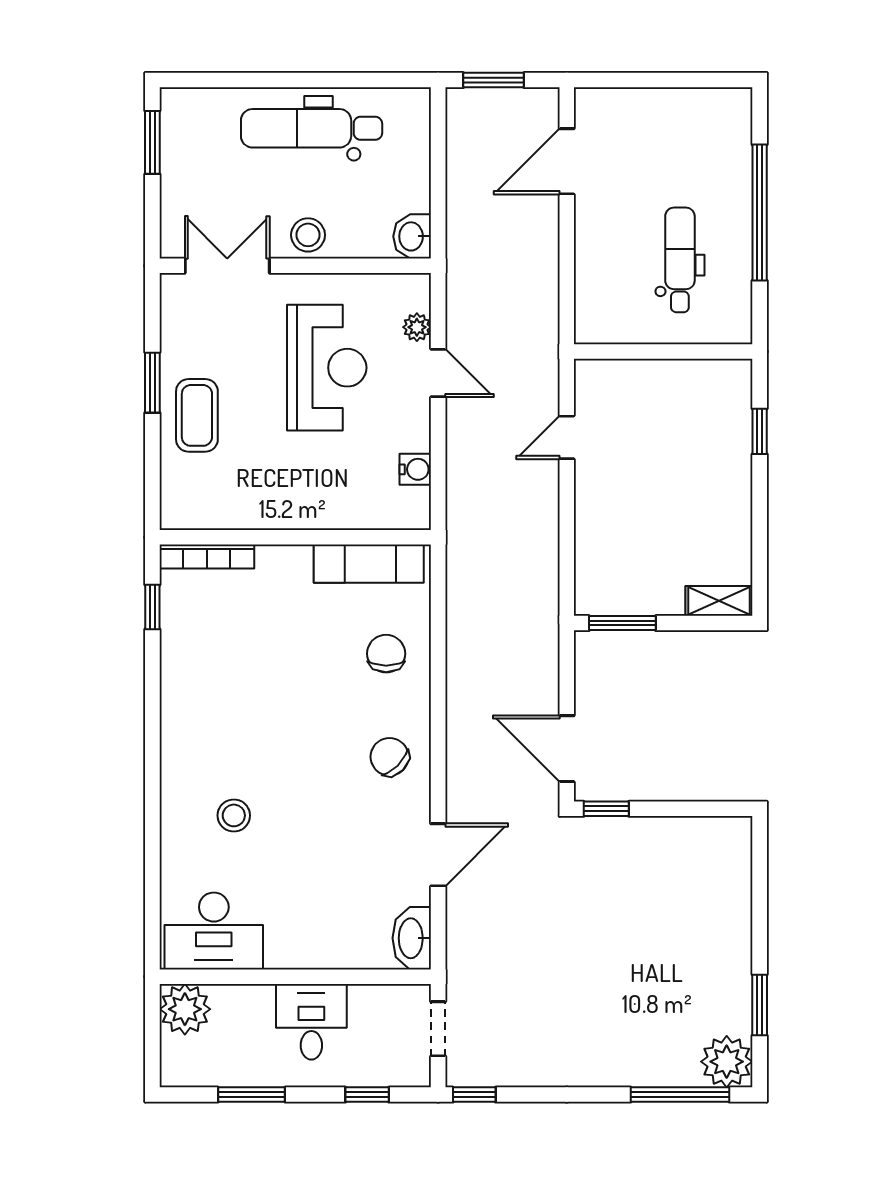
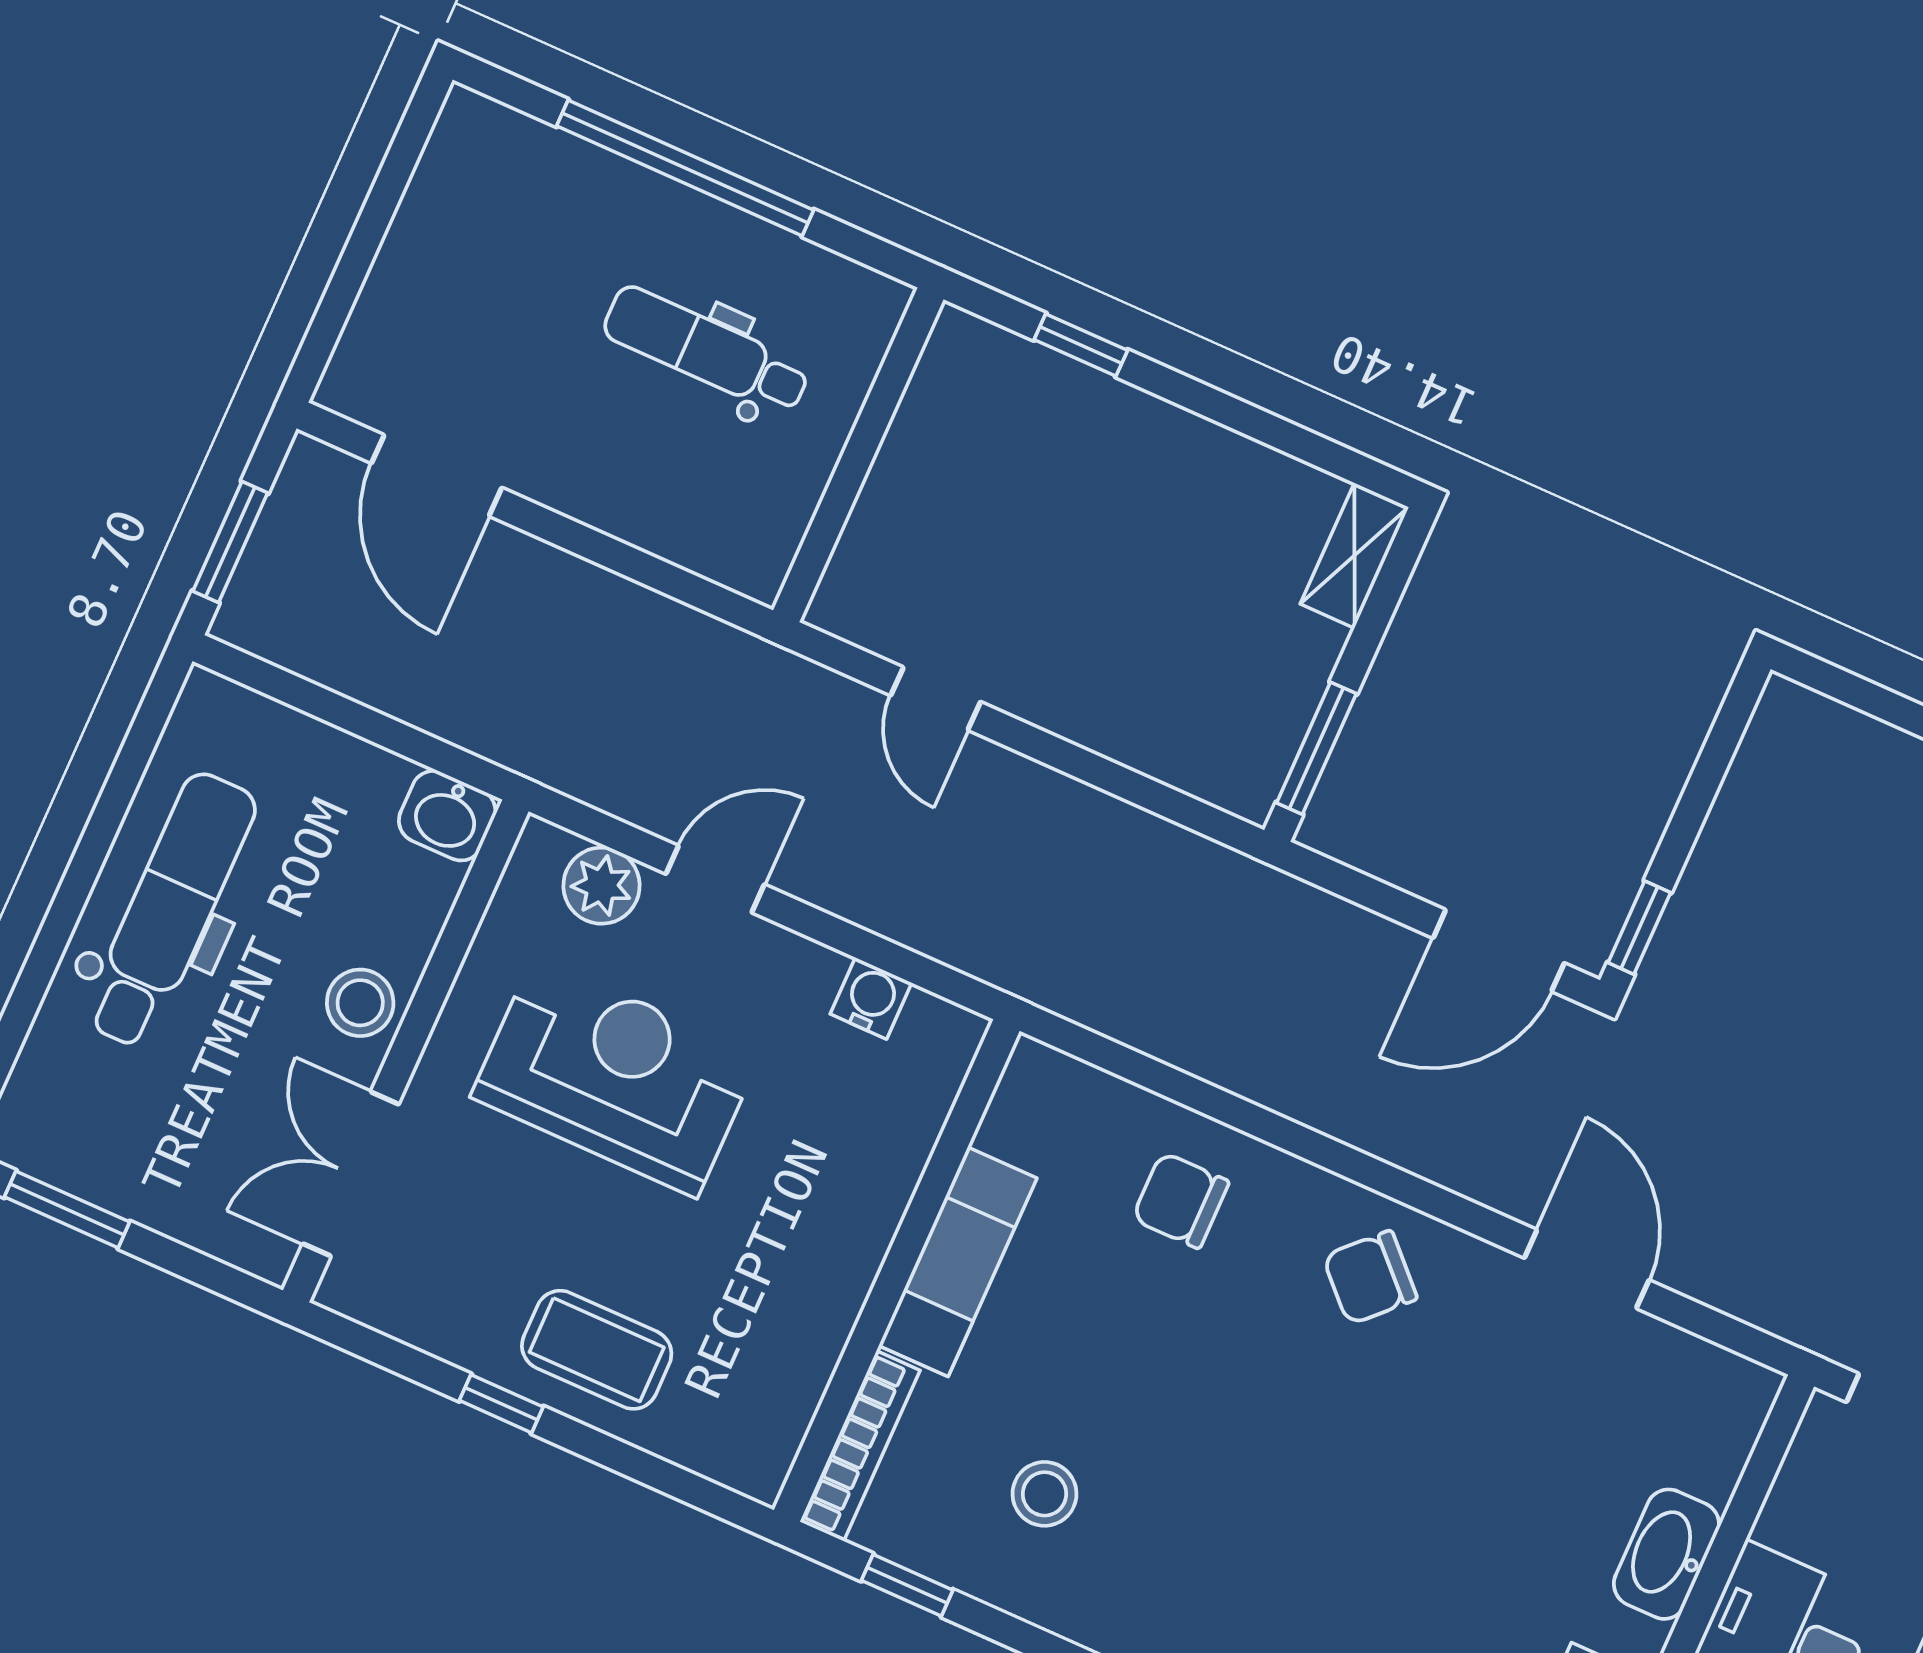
dental chair: (312, 128) -> (170, 910), turned 180
plant: (417, 327) -> (602, 886), width x1.38, depth x1.38
window: (152, 383) -> (501, 1404), width x0.67
exam couch: (369, 564) -> (958, 1262), moved
stool: (234, 815) -> (1044, 1494), moved
washbasin: (412, 938) -> (1666, 1554), moved, turned 90

